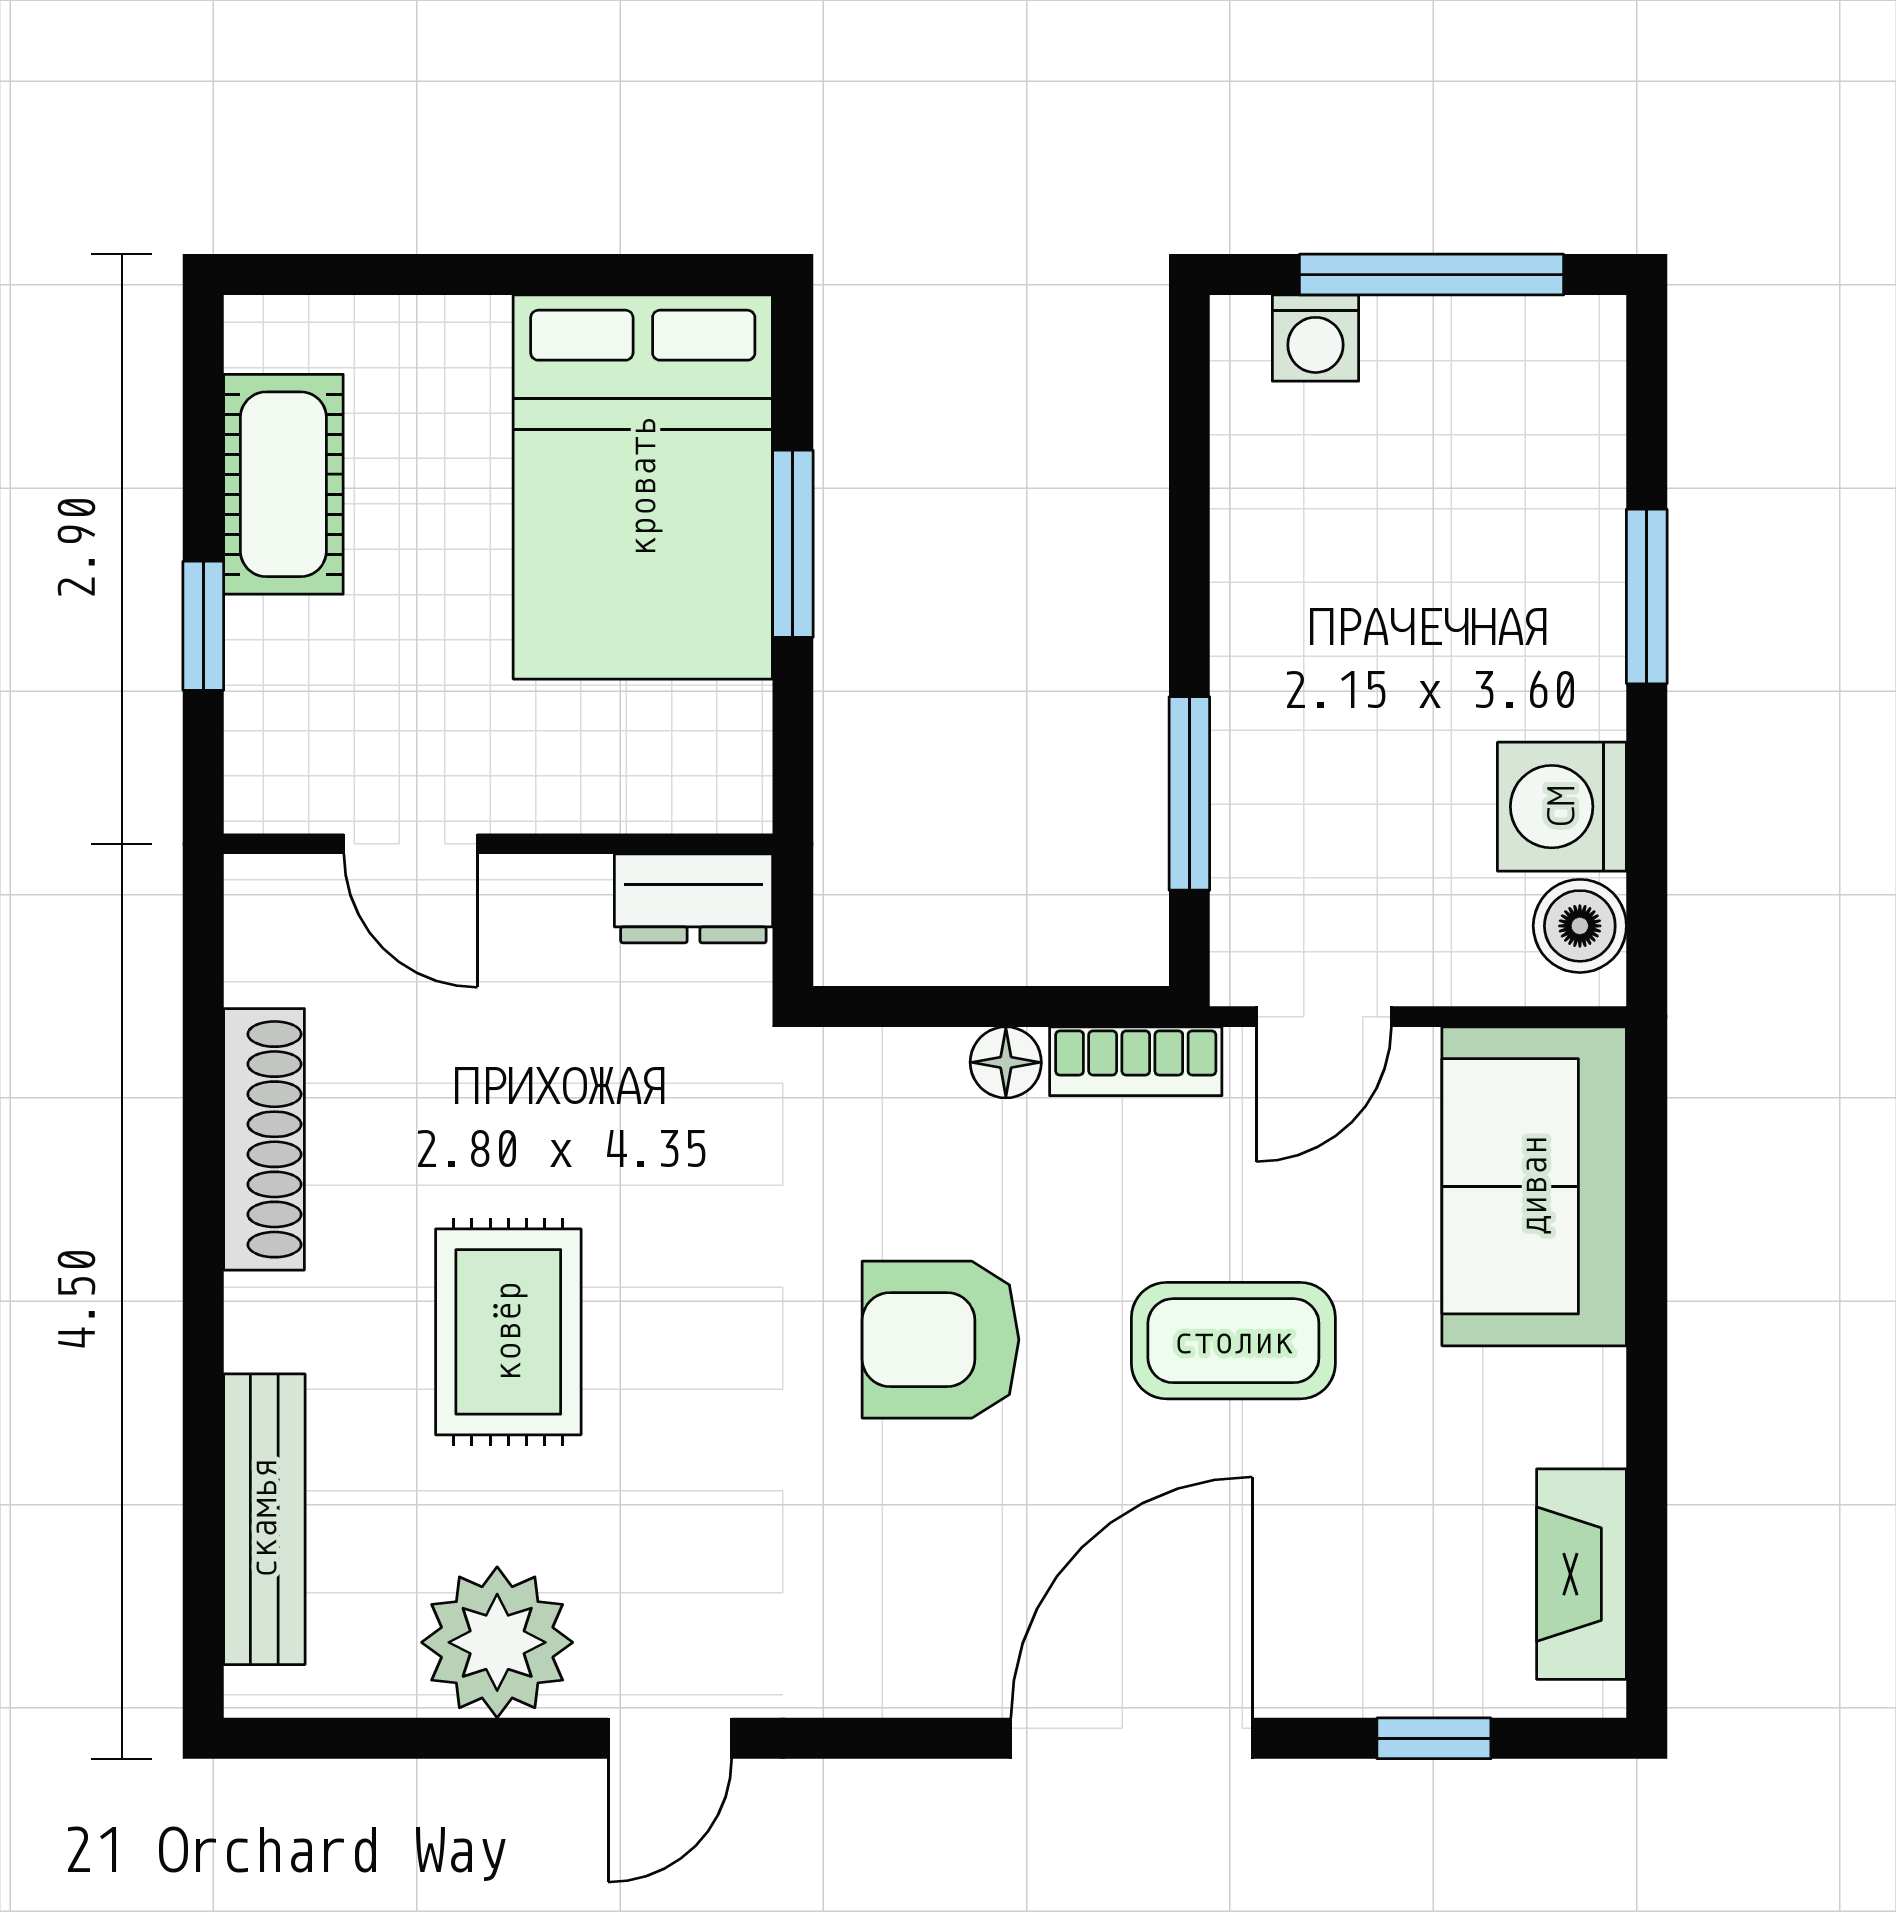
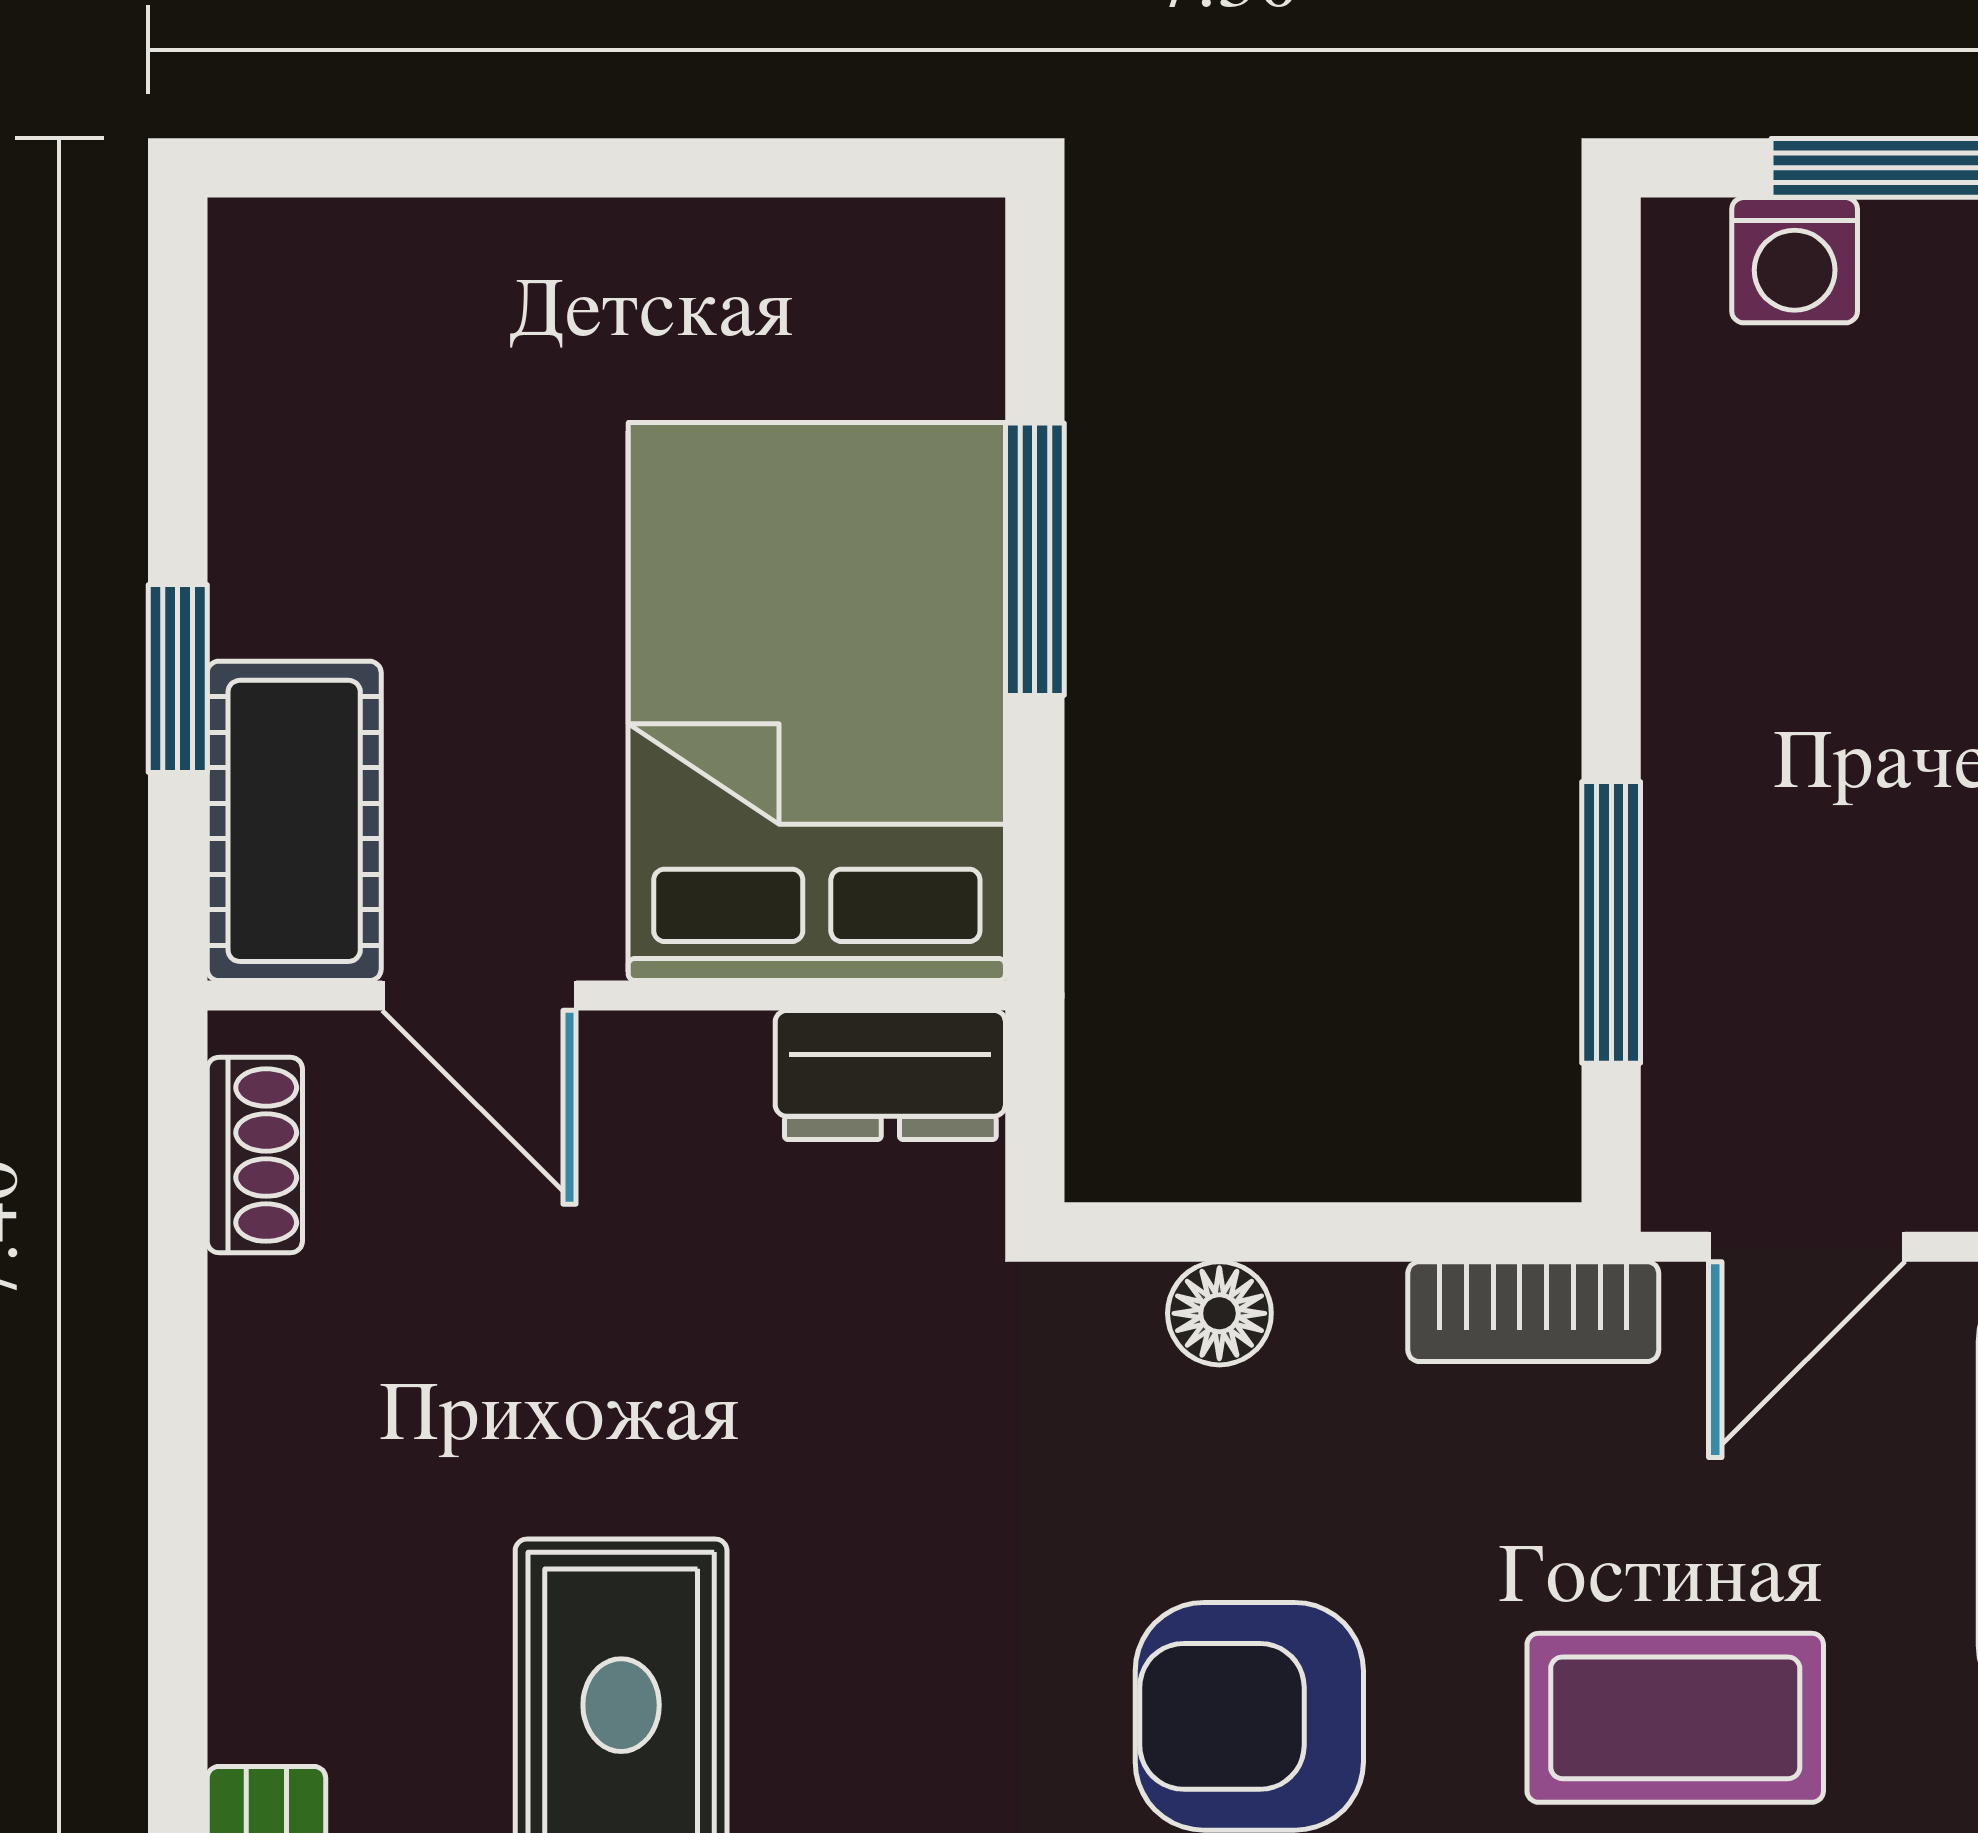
cot: (283, 484) -> (294, 821), moved
bed: (643, 487) -> (817, 702), moved, turned 180
floor lamp: (1006, 1062) -> (1219, 1313), moved
shoe rack: (264, 1139) -> (255, 1155), moved, width x0.51, depth x0.81

